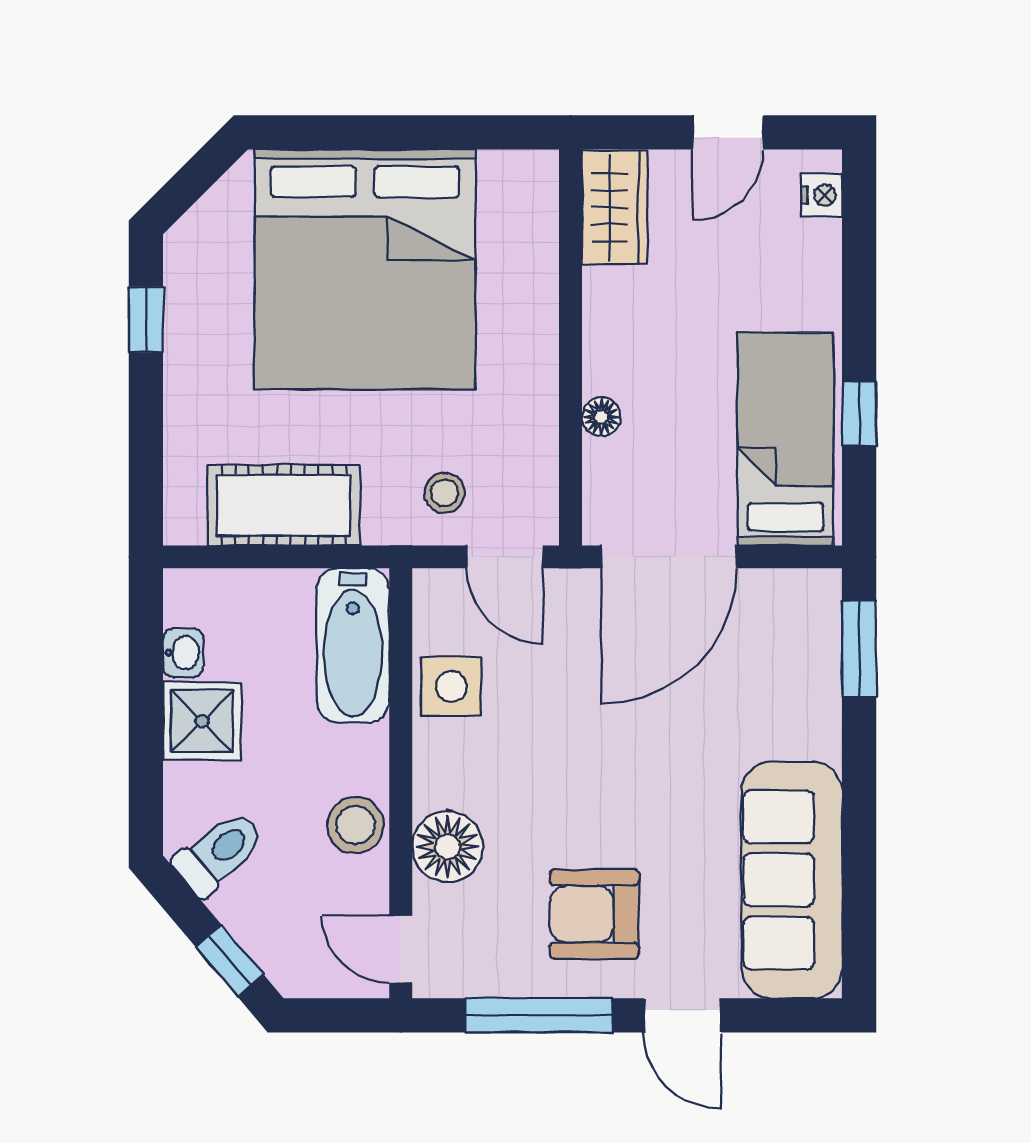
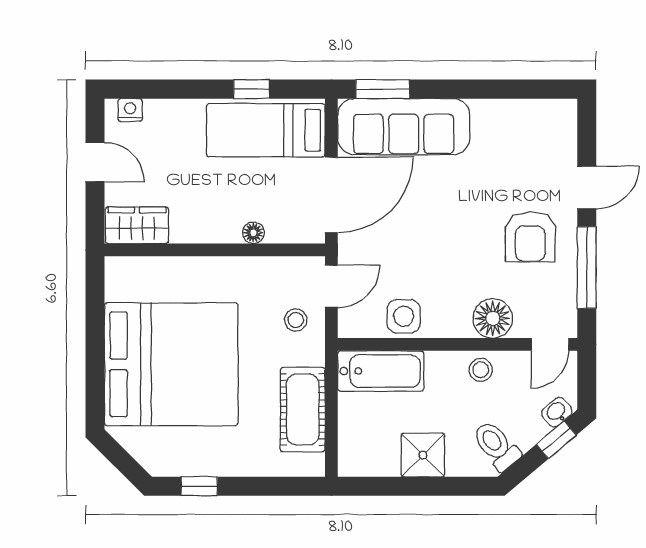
door: (669, 557) -> (331, 195), hinge flipped
washbasin: (183, 653) -> (557, 412), moved, turned -40
stool: (355, 825) -> (481, 370), width x0.73, depth x0.73
sofa: (792, 880) -> (404, 127), moved

